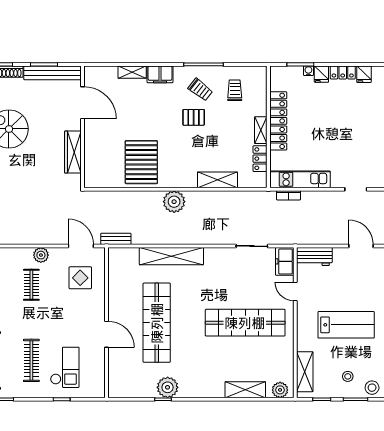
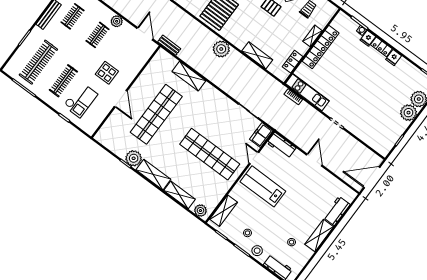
shelving: (261, 130) -> (312, 36), moved
shelving: (171, 256) -> (189, 76), width x0.68
display table: (80, 278) -> (107, 73), moved
lab bench: (346, 325) -> (263, 186), moved, turned 180
shelving: (202, 389) -> (153, 175), added

